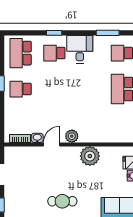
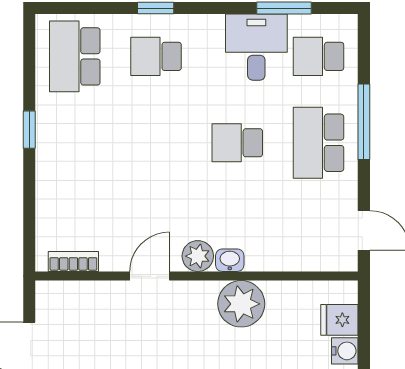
desk: (80, 49) -> (256, 47), moved
school desk: (21, 89) -> (237, 143), moved
washbasin: (37, 138) -> (230, 260), moved

